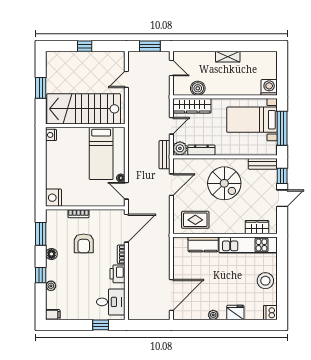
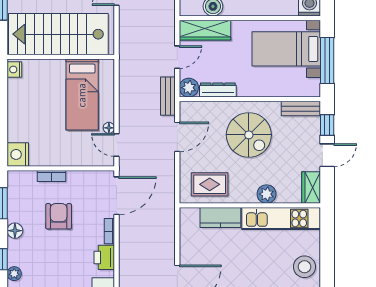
plant: (237, 227) -> (267, 194), added
wardrobe: (257, 227) -> (311, 188), moved, turned -90
armchair: (84, 243) -> (59, 216), turned 180

